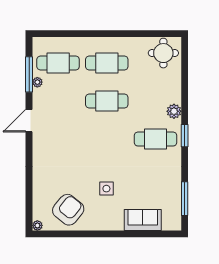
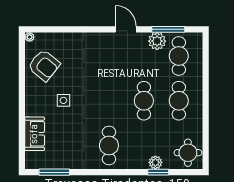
plant: (37, 82) -> (157, 41), width x1.88, depth x1.88
plant: (174, 111) -> (155, 162), moved
window: (185, 136) -> (158, 172), moved

